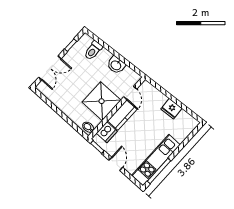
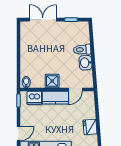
toilet: (93, 50) -> (82, 50), moved
double door: (50, 68) -> (43, 20), swing flipped
shower: (102, 101) -> (52, 81), width x0.54, depth x0.54
door: (116, 164) -> (18, 134), moved

